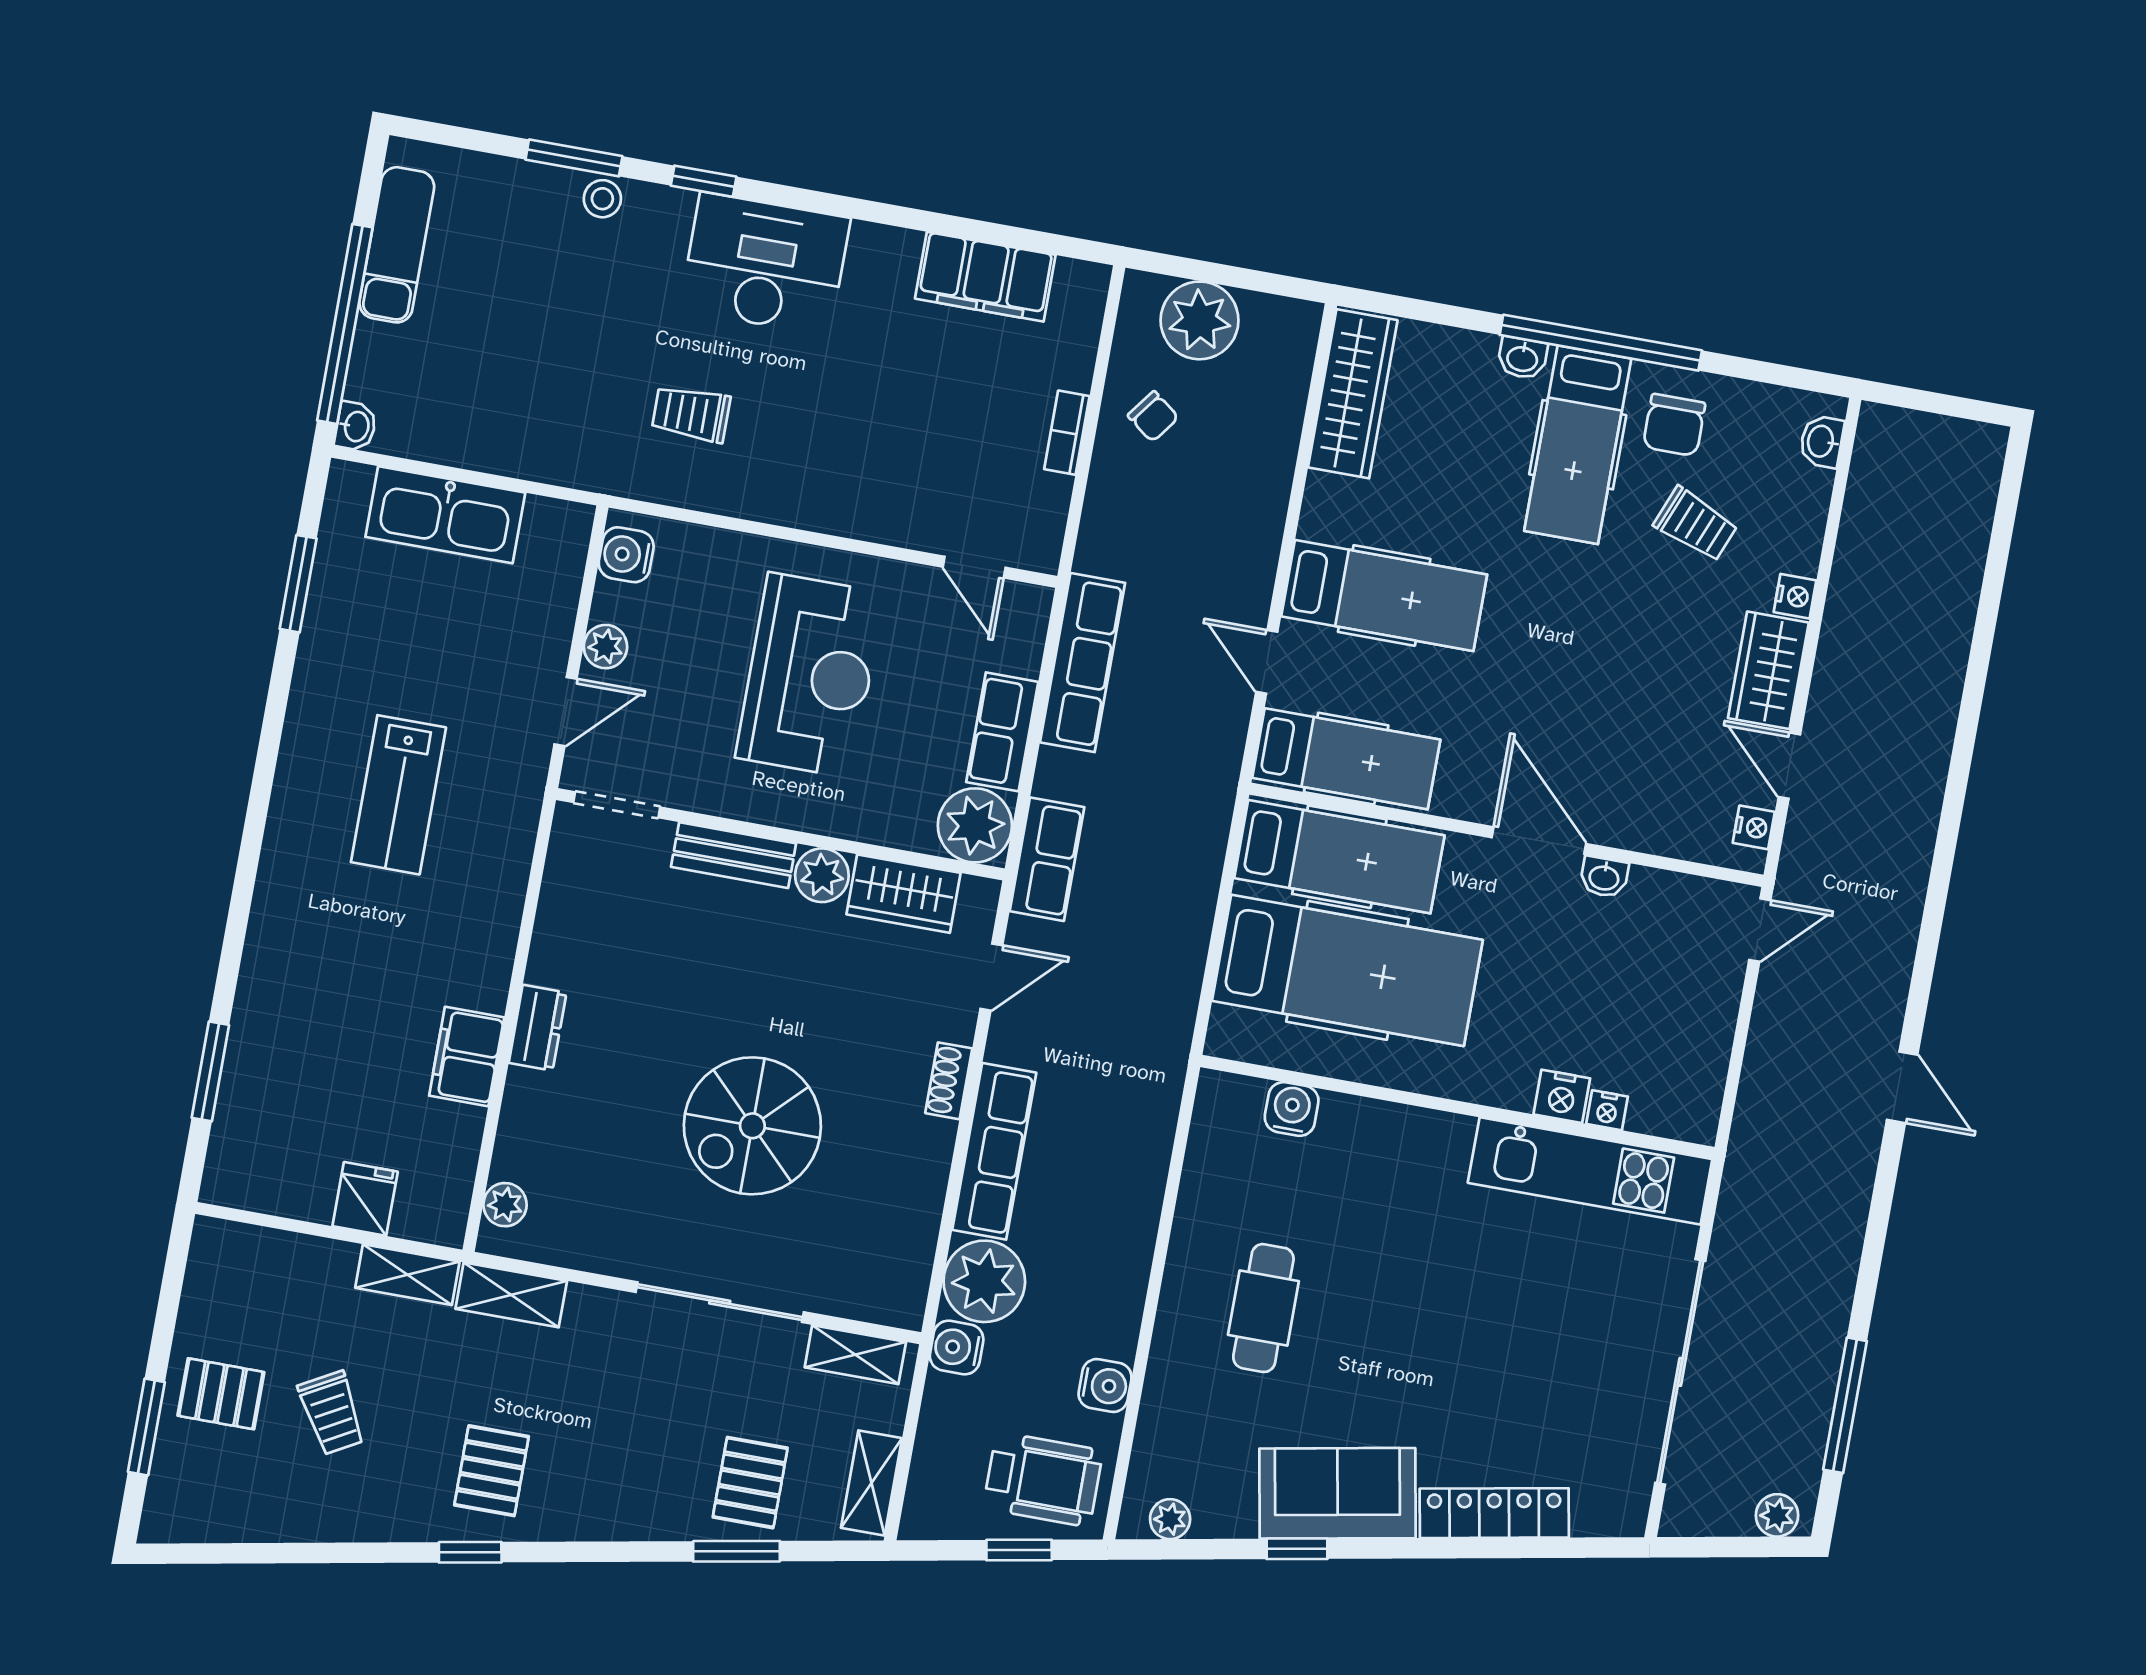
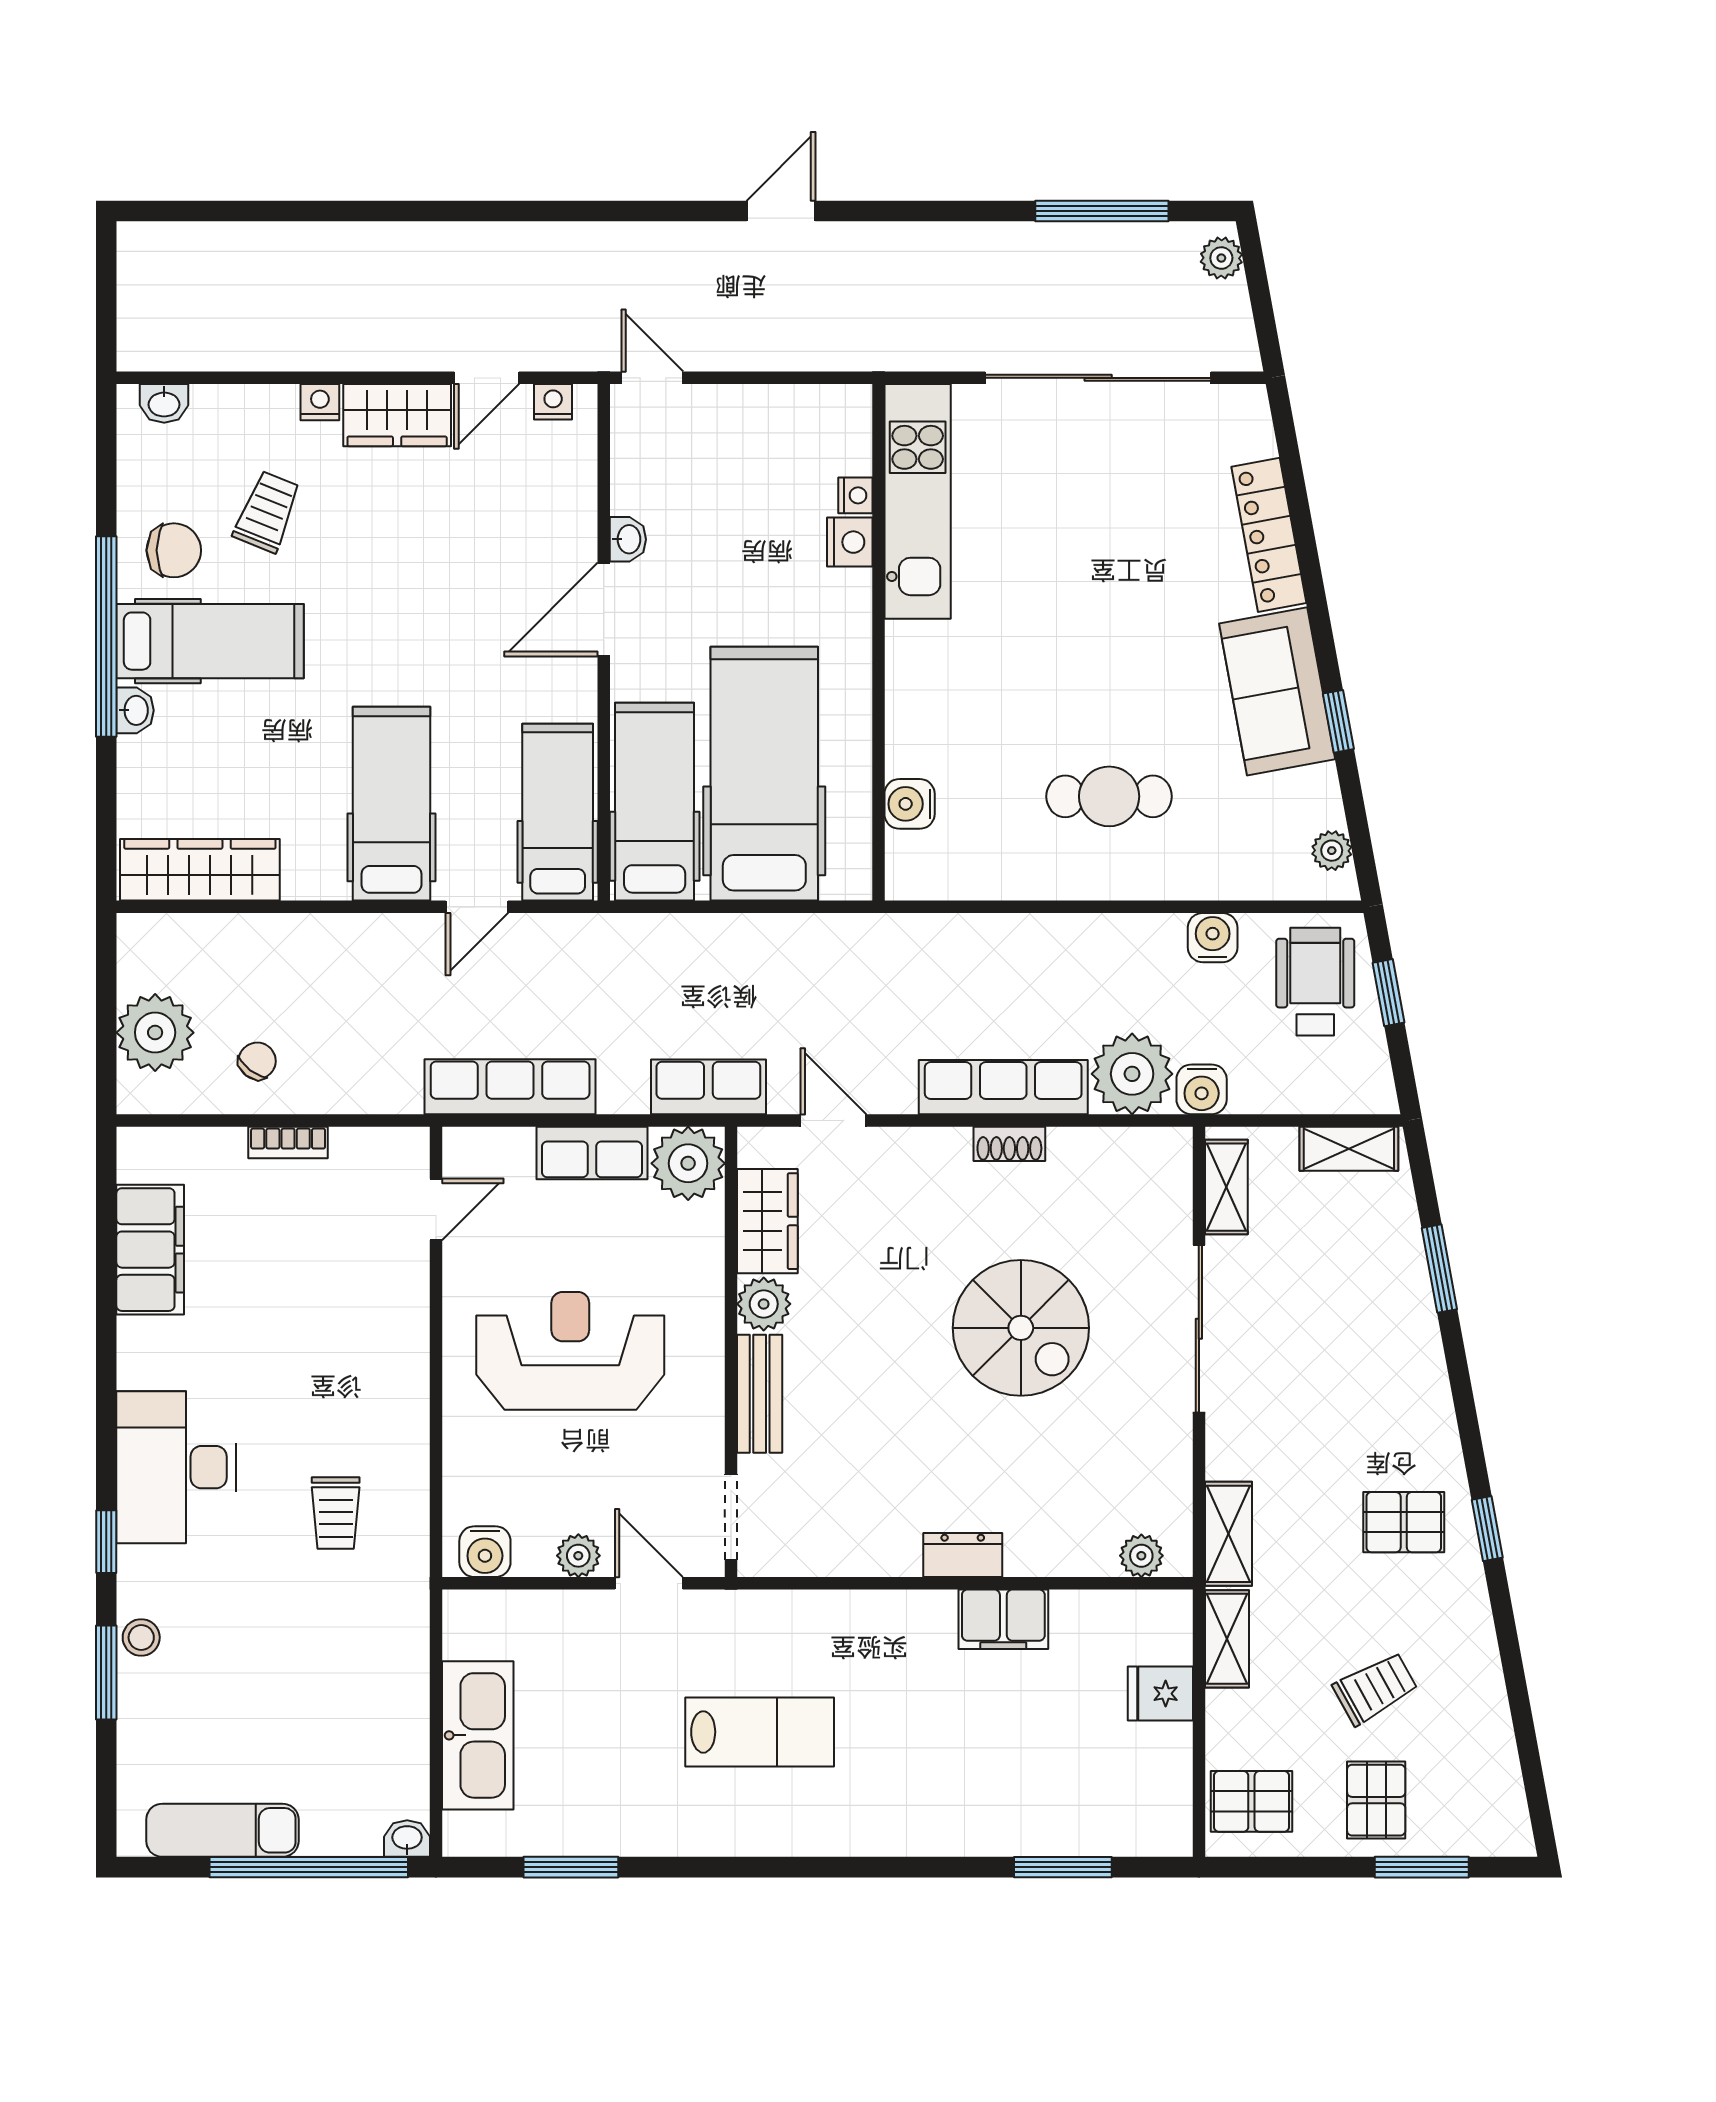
shoe rack: (949, 1081) -> (1009, 1144), moved
pallet: (750, 1483) -> (1251, 1801), moved

